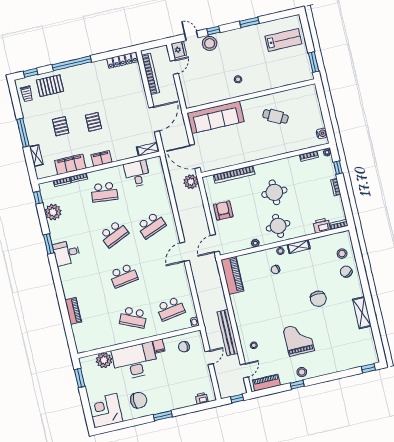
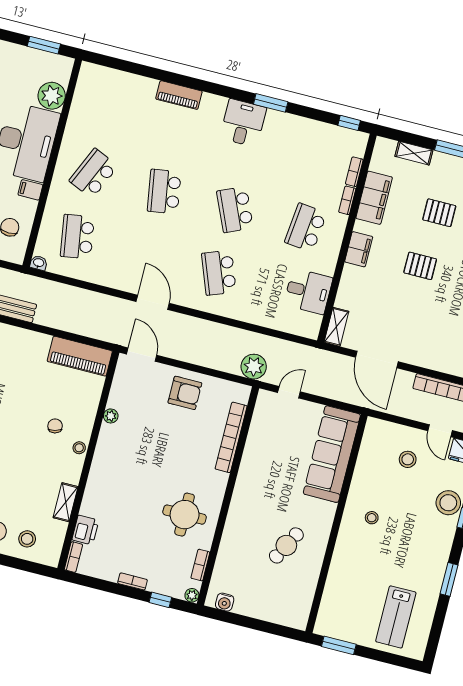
stool: (198, 76) -> (408, 459), added
door: (195, 156) -> (289, 392), width x0.53
round table: (274, 192) -> (185, 515), moved
plant: (53, 212) -> (315, 134), removed
round table: (278, 226) -> (119, 464), removed
shelving: (299, 247) -> (66, 502), moved
piano: (73, 311) -> (179, 95), moved

